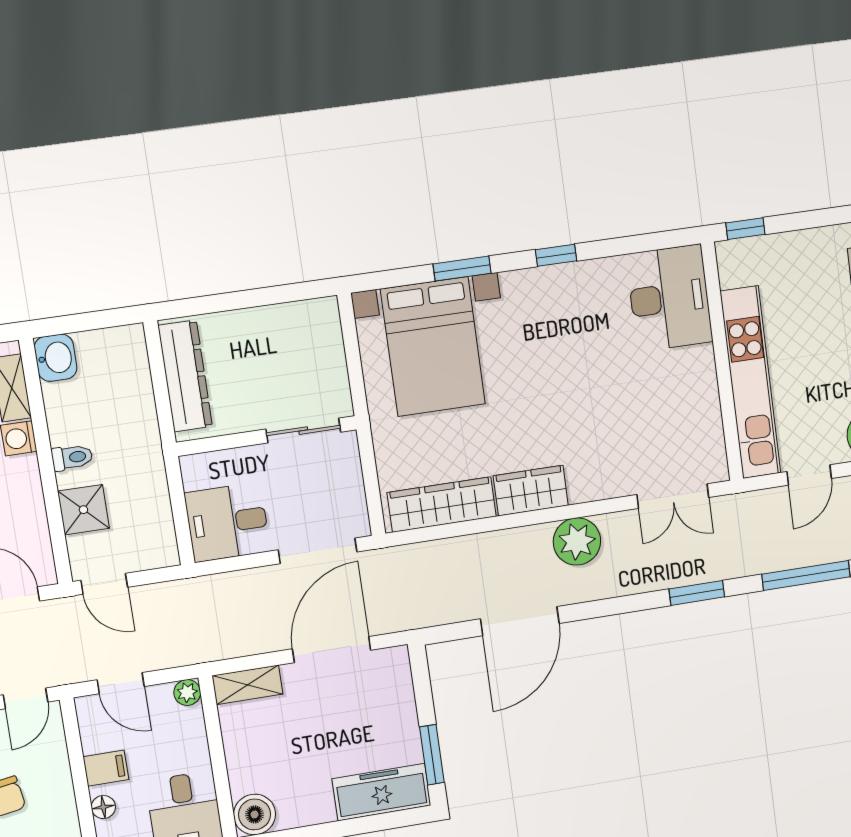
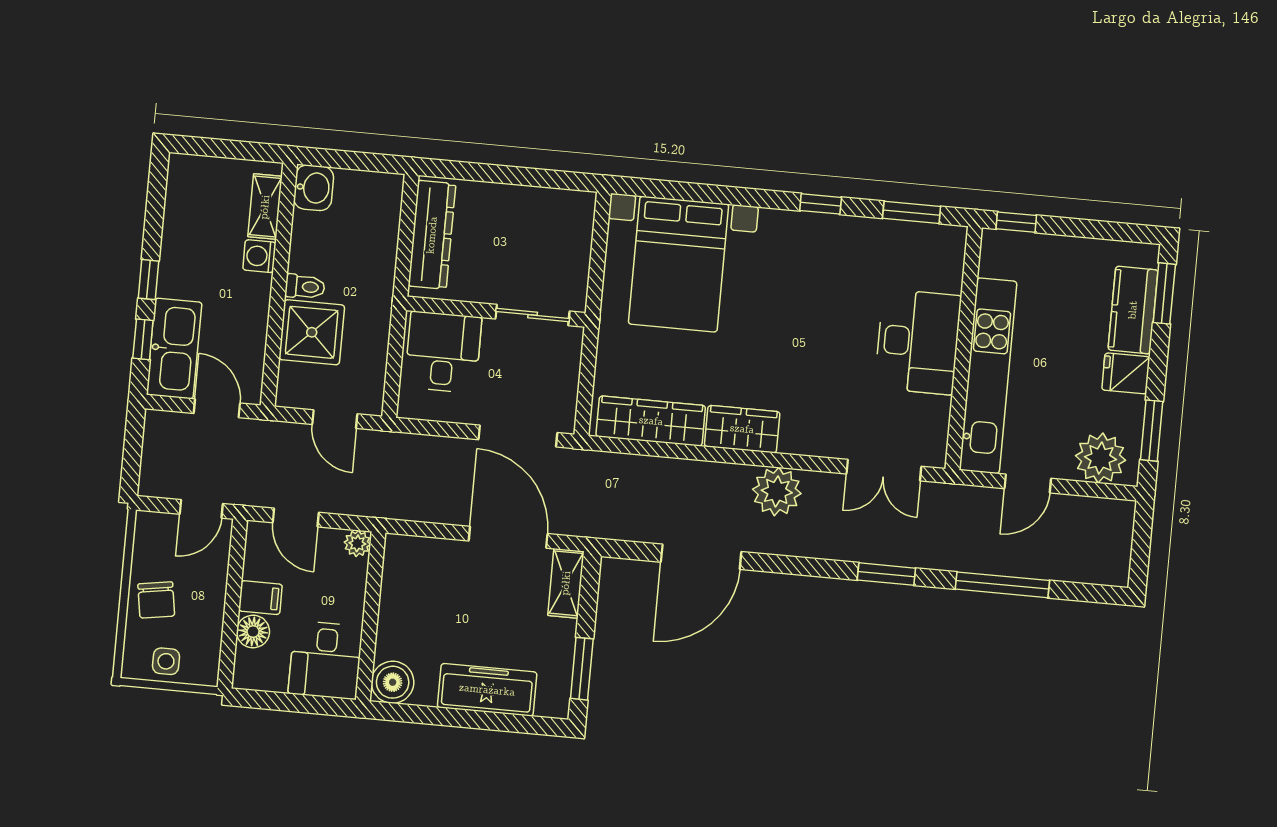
window: (462, 269) -> (912, 212), moved
desk: (669, 298) -> (918, 342), moved
shower: (83, 510) -> (312, 332), width x1.36, depth x1.36
desk: (227, 522) -> (443, 352), moved, turned 90
door: (104, 584) -> (335, 419), moved
door: (332, 650) -> (508, 537), hinge flipped
shelving: (247, 685) -> (566, 583), moved, turned 90
freezer: (381, 792) -> (487, 690), moved
floor lamp: (103, 807) -> (253, 632), width x1.37, depth x1.37

